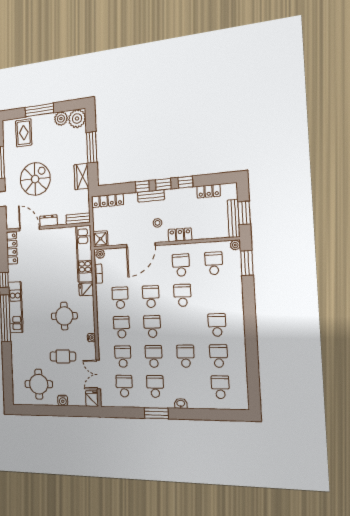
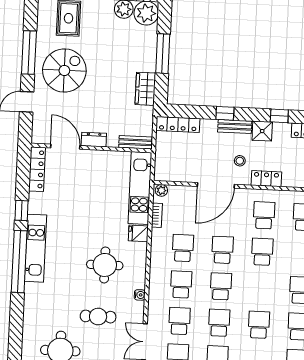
spiral stairs: (35, 179) -> (64, 70), moved
window: (163, 184) -> (252, 115), removed
shower: (101, 239) -> (262, 131), moved

